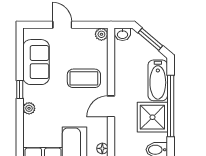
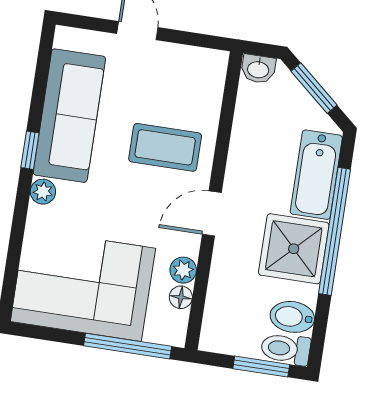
plant: (101, 34) -> (183, 270), moved
sofa: (36, 62) -> (69, 116), width x1.36

